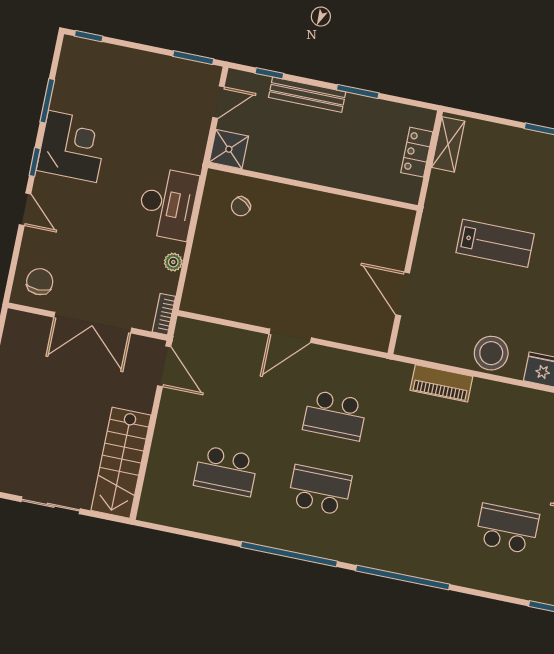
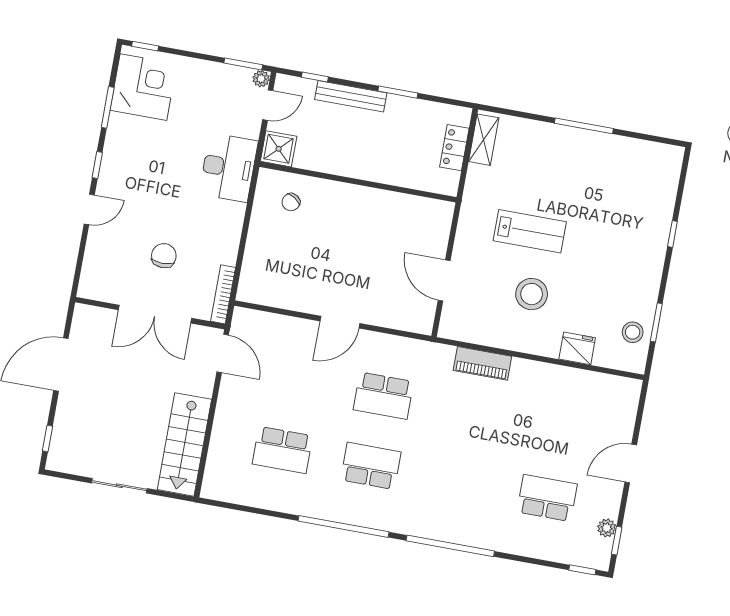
corner desk: (72, 146) -> (143, 87), moved
desk: (168, 204) -> (228, 168), moved
door: (25, 209) -> (89, 209), hinge flipped
plant: (173, 262) -> (261, 79), moved
chair: (40, 282) -> (164, 256), moved
bookcase: (164, 314) -> (223, 294), width x1.56
stool: (491, 353) -> (532, 294), moved

